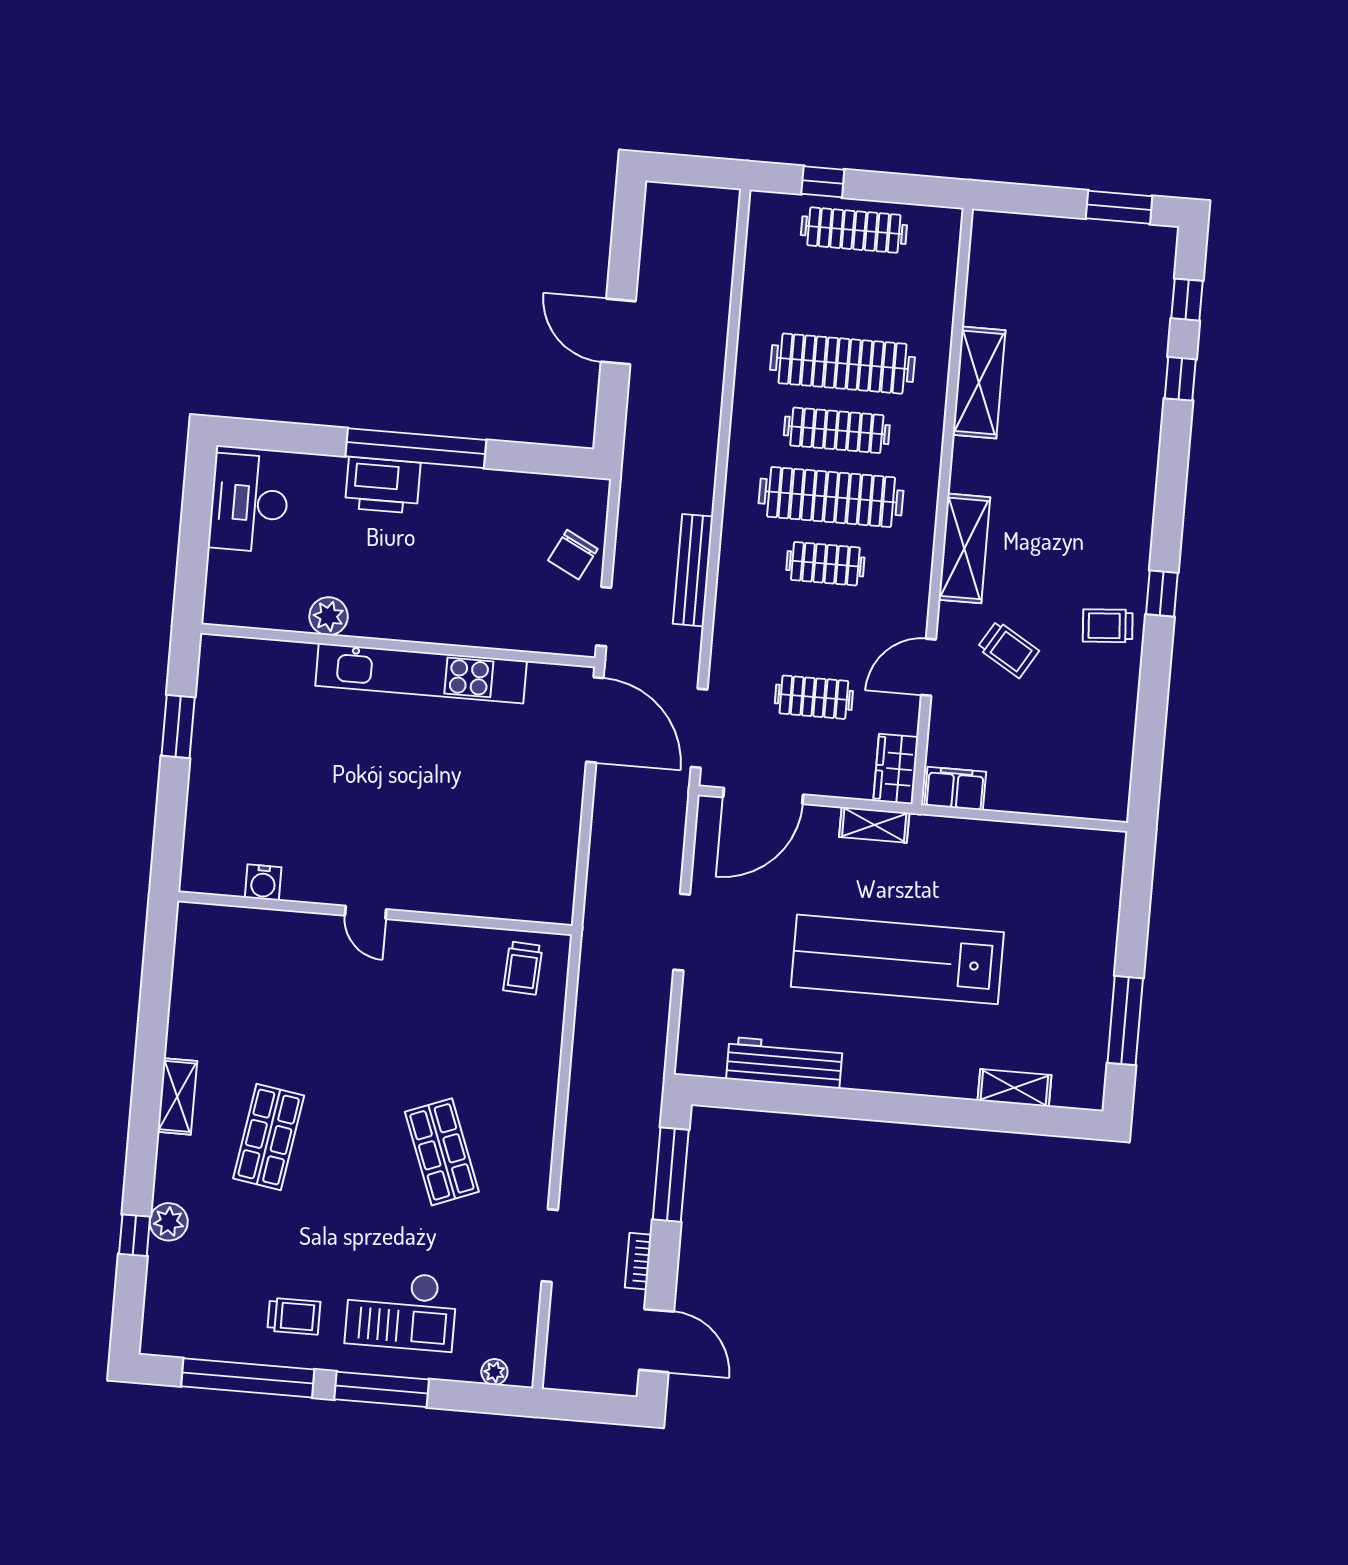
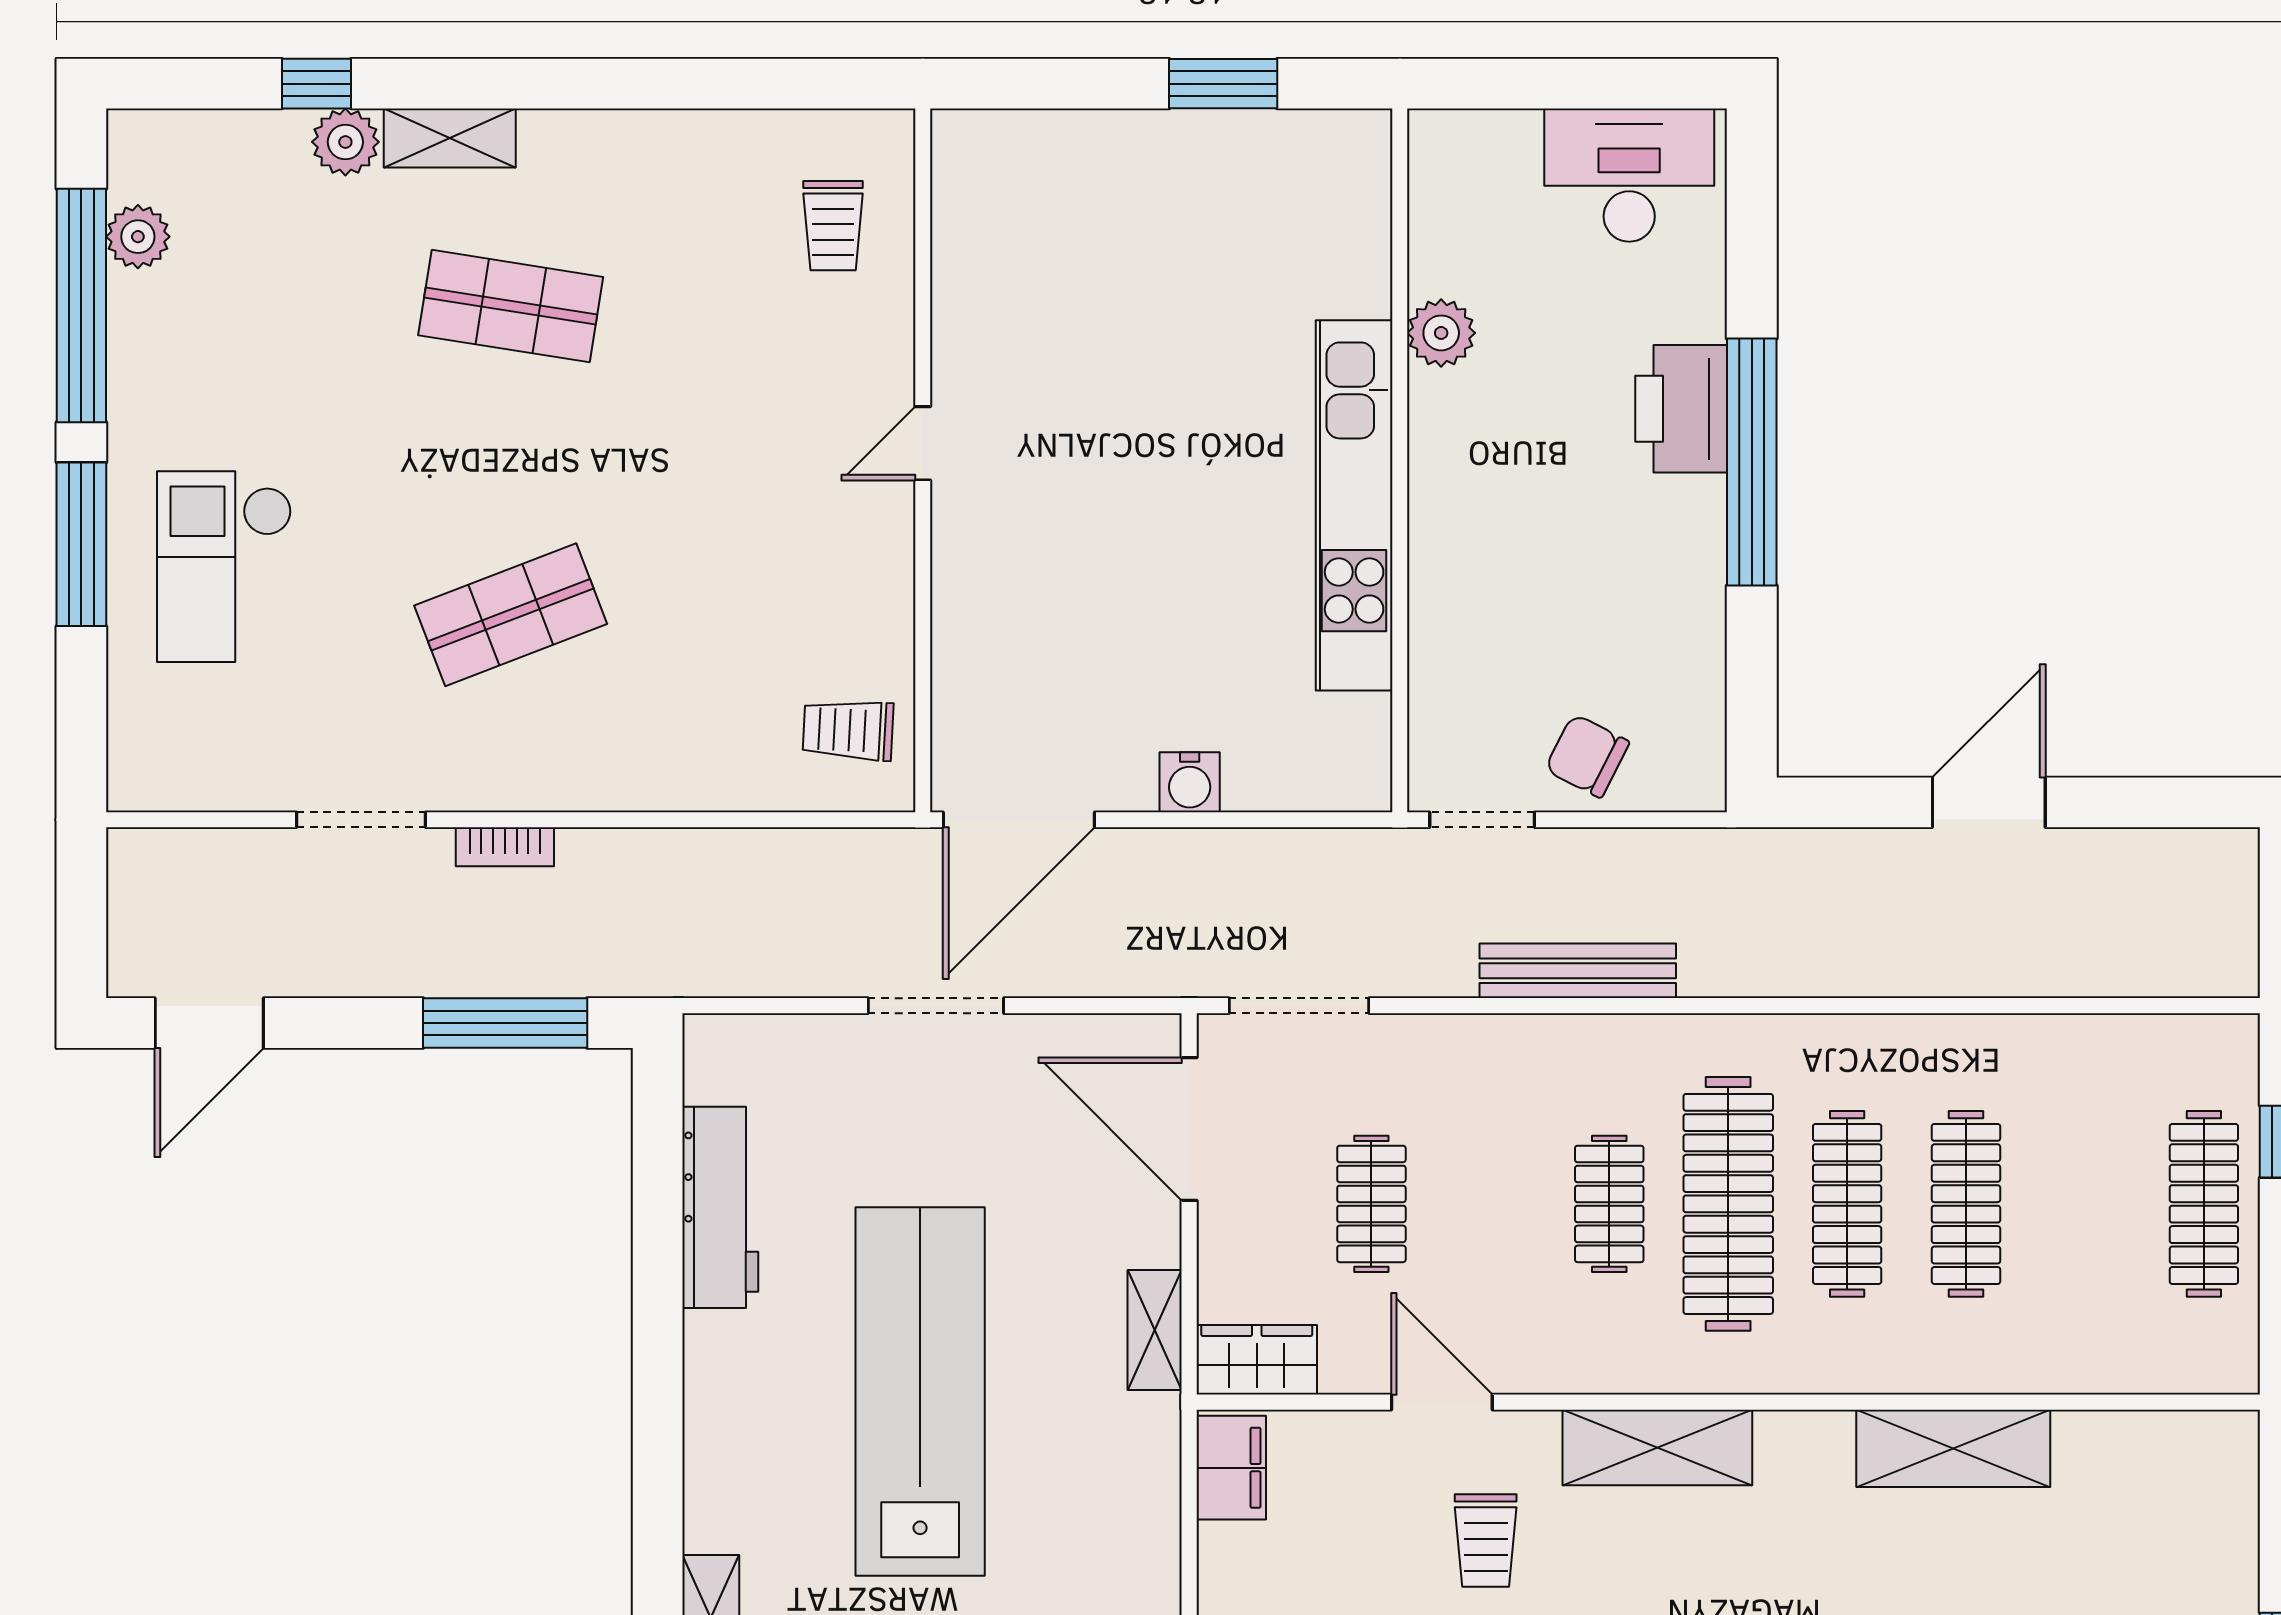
clothes rail: (842, 364) -> (1966, 1204), width x0.73, depth x0.76
trolley: (1008, 649) -> (1486, 1540), turned -31
door: (595, 720) -> (1019, 820), moved
water cooler: (263, 882) -> (1190, 782), moved, turned -90
shelving: (177, 1096) -> (450, 138), moved
bookcase: (638, 1261) -> (505, 847), moved, turned 180
trolley: (294, 1316) -> (833, 226), moved
plant: (494, 1372) -> (138, 237), moved, width x1.38, depth x1.38

